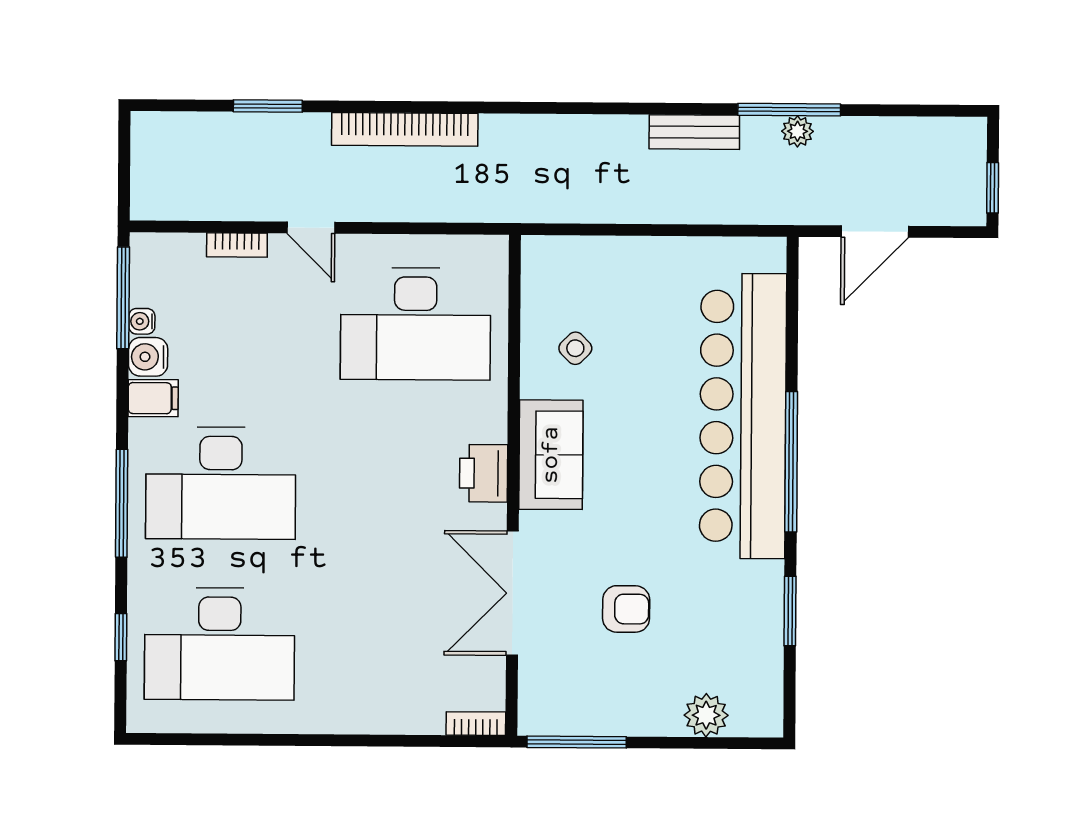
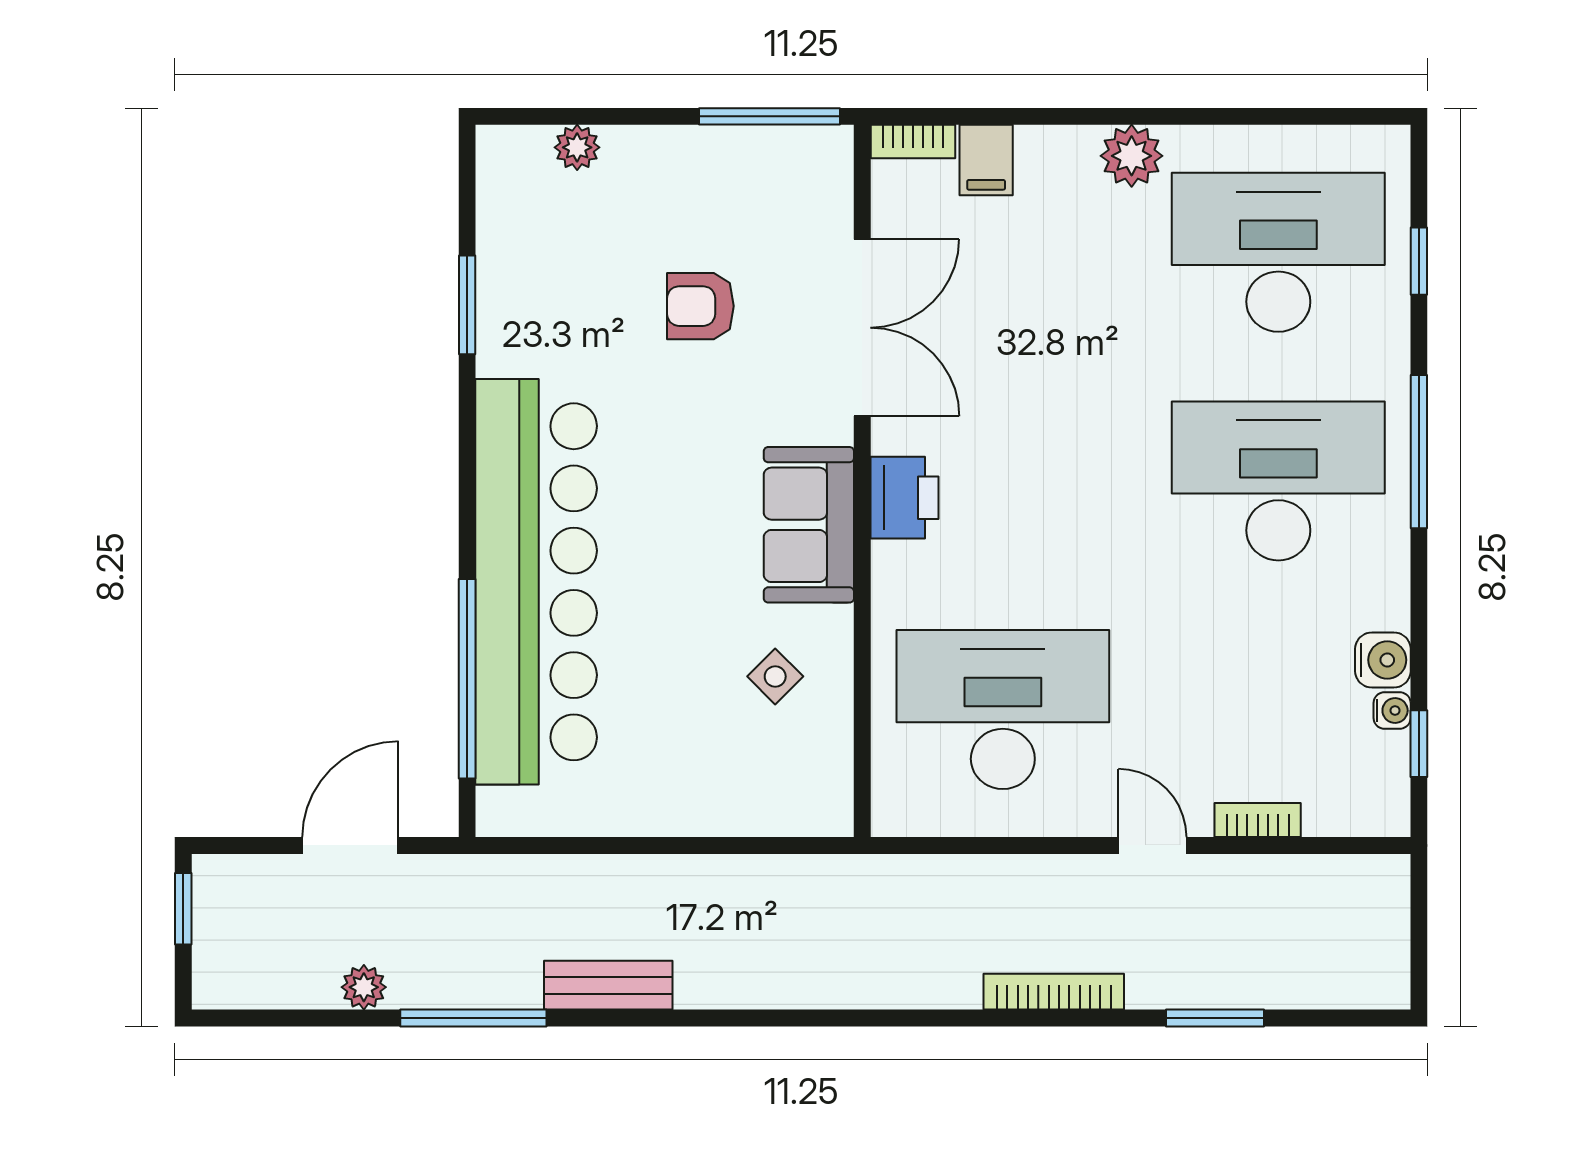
bookcase: (405, 129) -> (1054, 992), width x0.68, depth x0.76
plant: (798, 131) -> (364, 987), moved
window: (123, 298) -> (1419, 744), width x0.46
filing cabinet: (153, 398) -> (986, 160), moved, turned -90
window: (791, 462) -> (467, 679), moved
plant: (322, 713) -> (1132, 156), added
plant: (706, 715) -> (577, 147), width x0.73, depth x0.73

